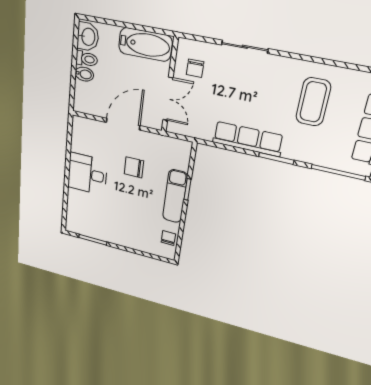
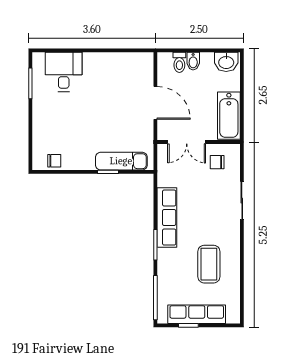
toilet: (87, 59) -> (179, 62), moved
coffee table: (313, 102) -> (209, 264), turned 90
chair: (134, 167) -> (117, 118), removed
desk: (87, 174) -> (64, 72), moved
exam couch: (175, 196) -> (121, 161), moved

